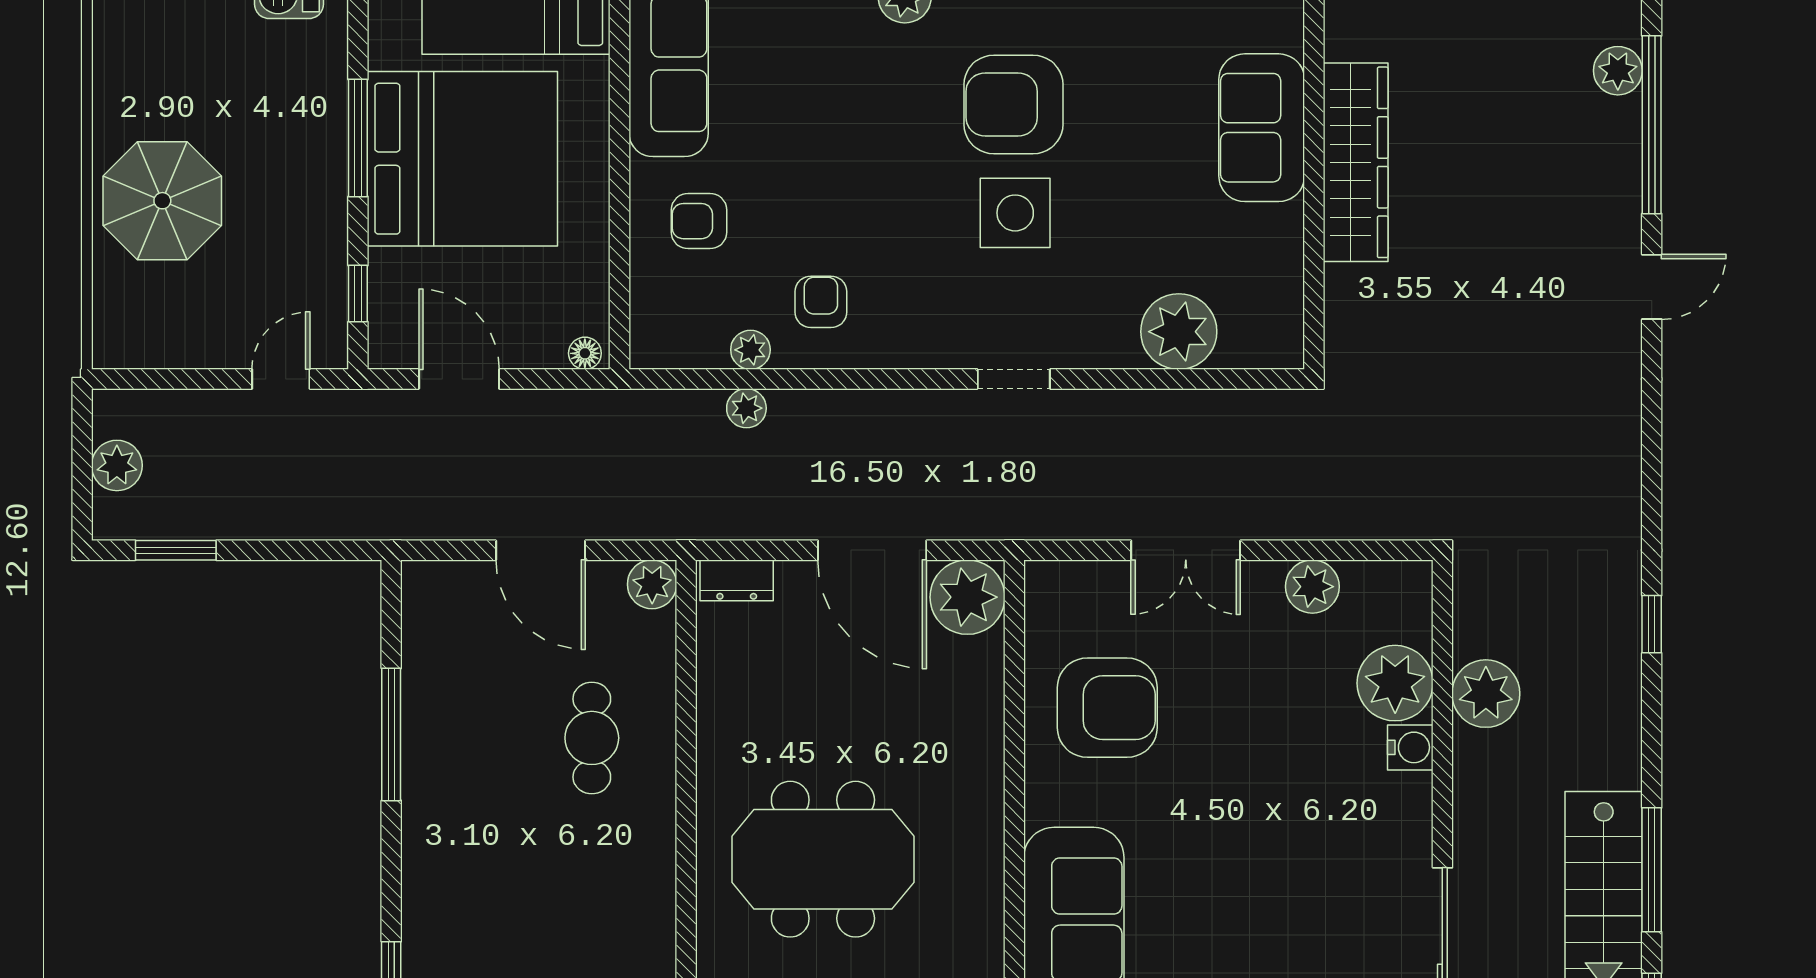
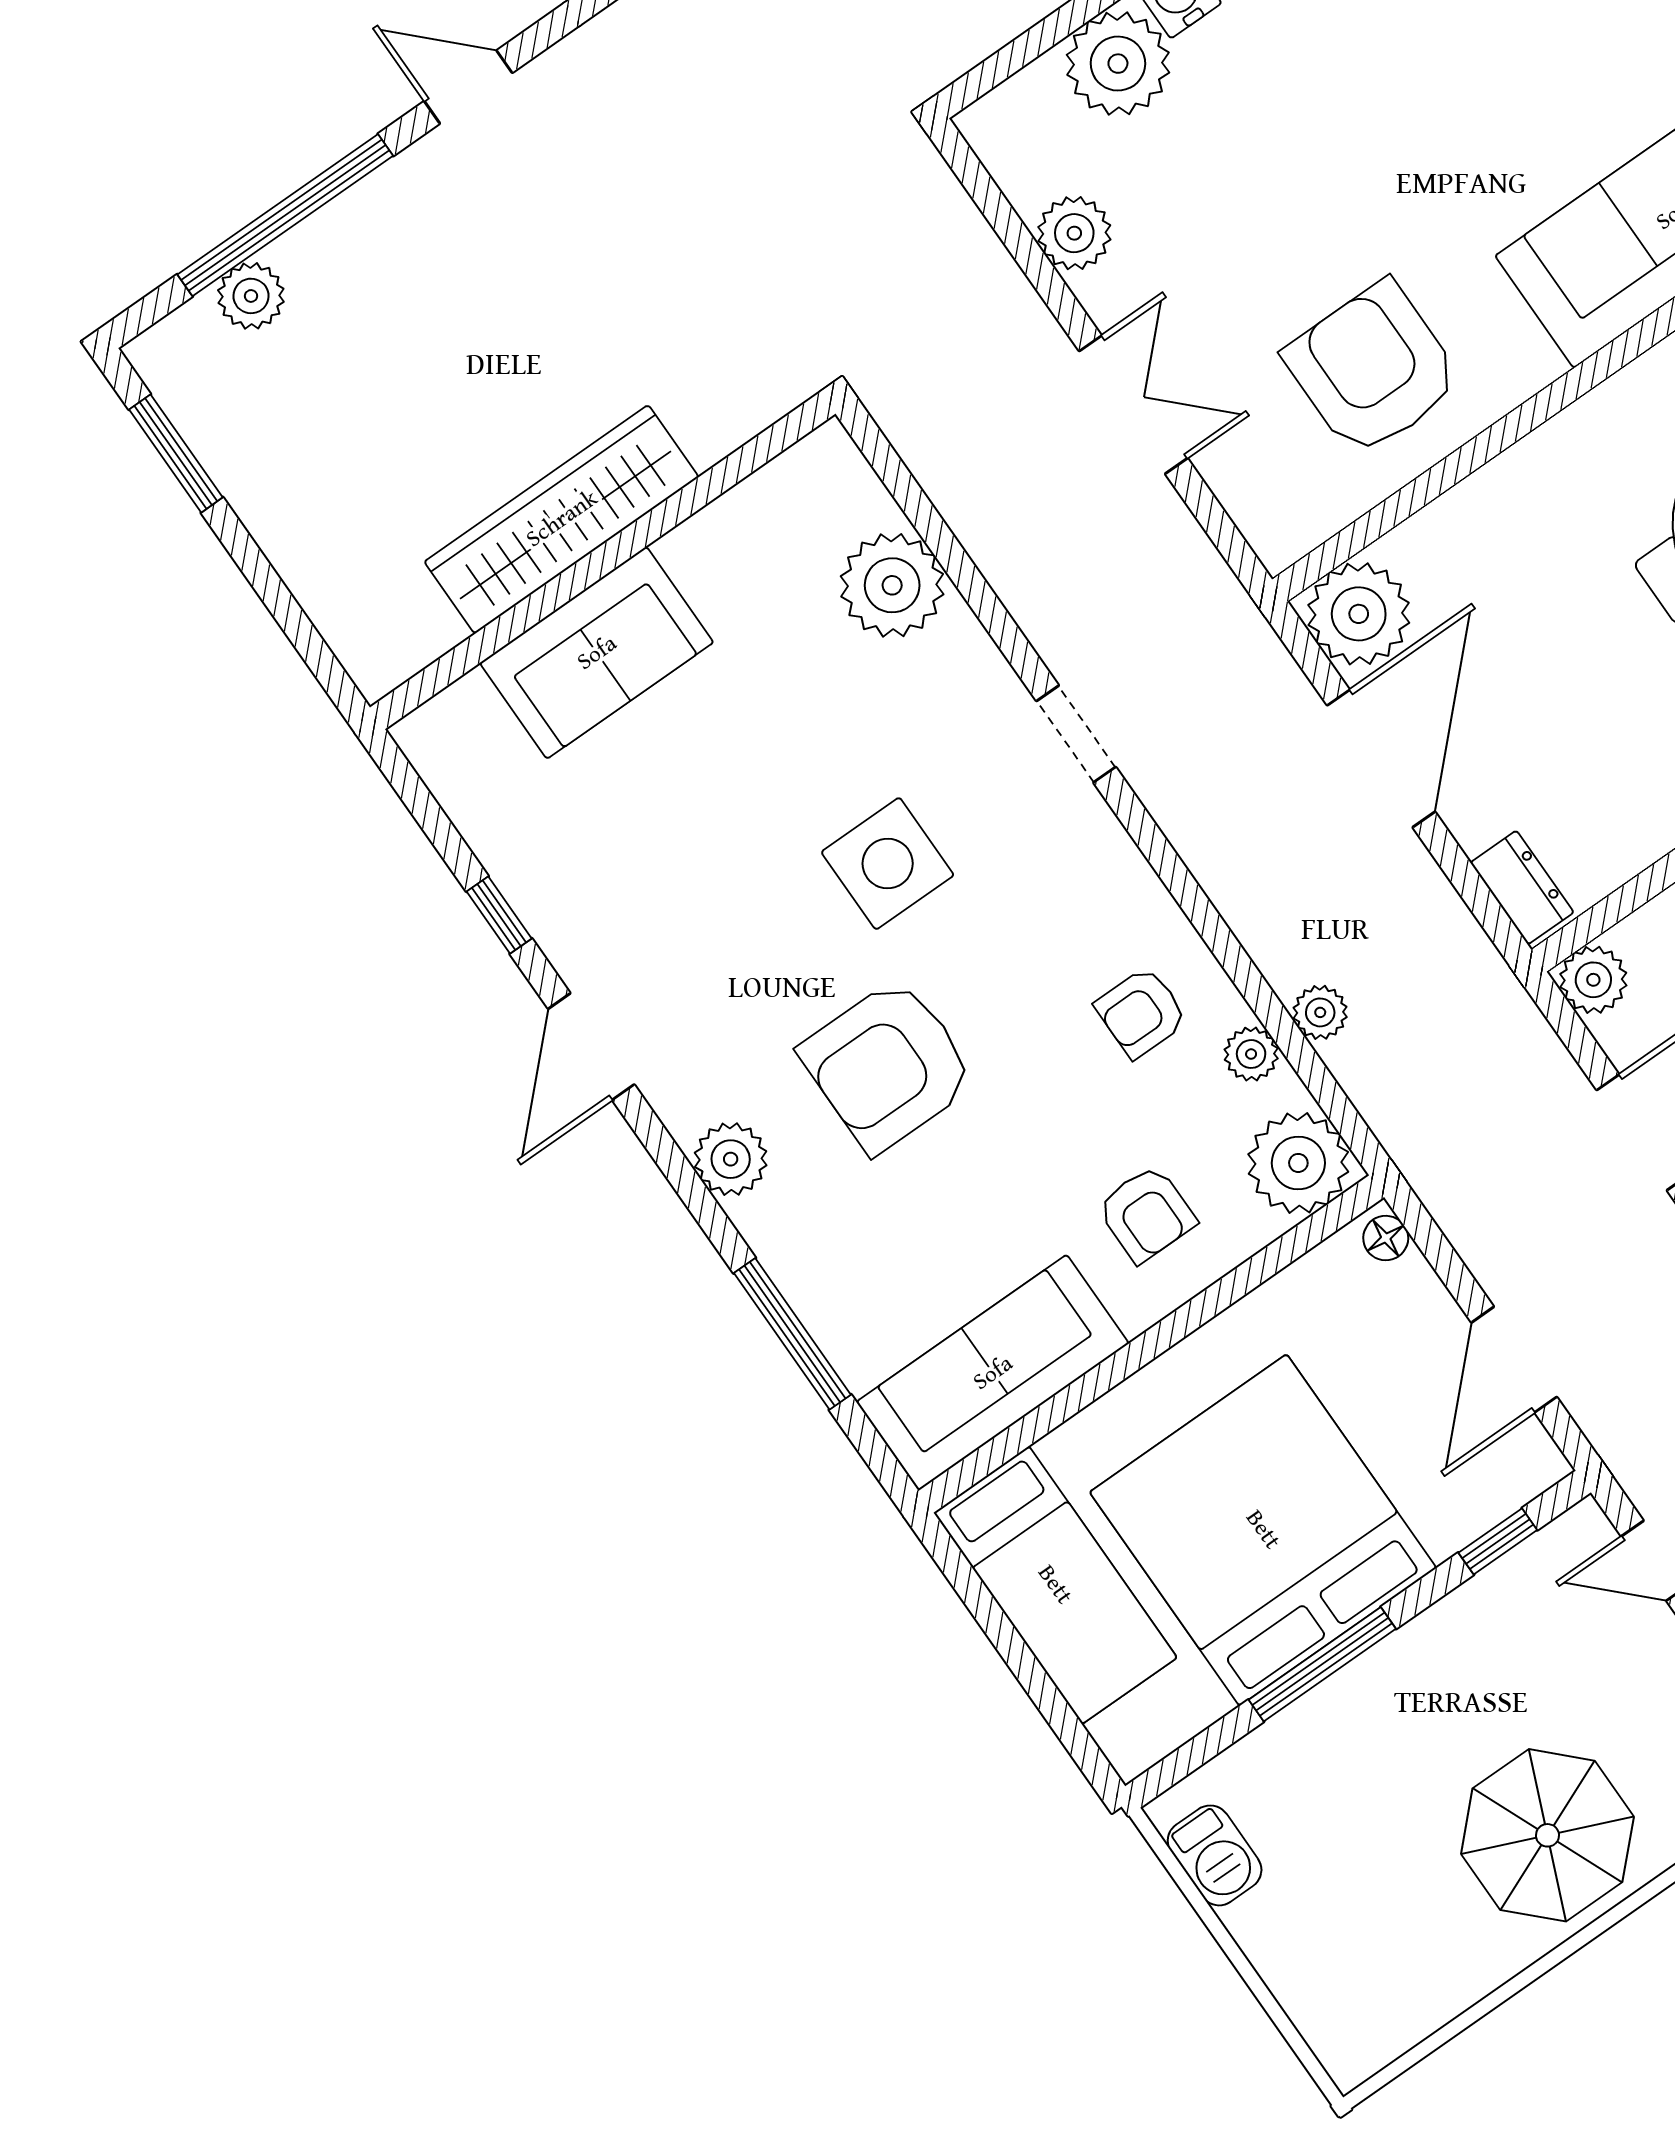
armchair: (1013, 104) -> (888, 1065), moved, turned 90
plant: (666, 333) -> (1298, 1163), added

